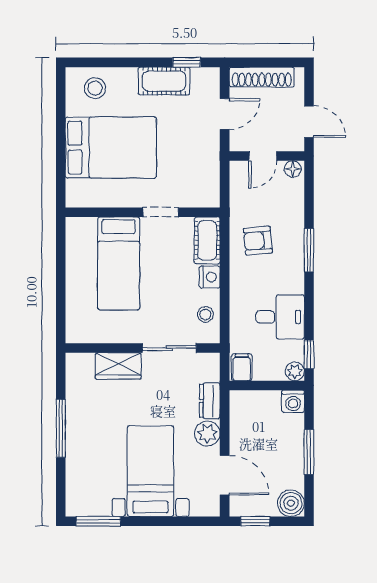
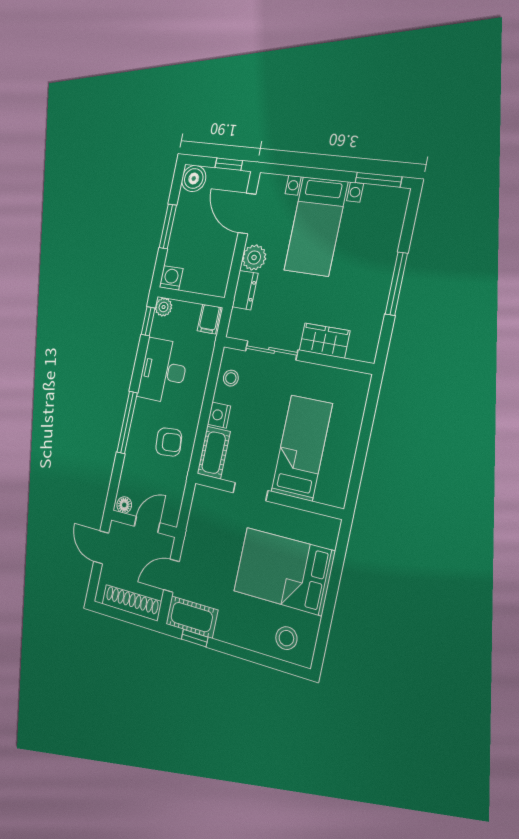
cot: (164, 81) -> (192, 617), moved
window: (309, 250) -> (127, 422), width x1.44
desk: (280, 317) -> (163, 371), width x1.37

